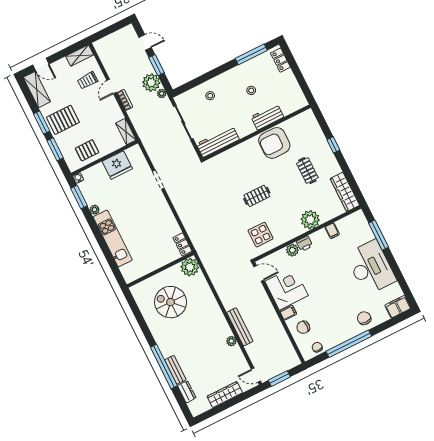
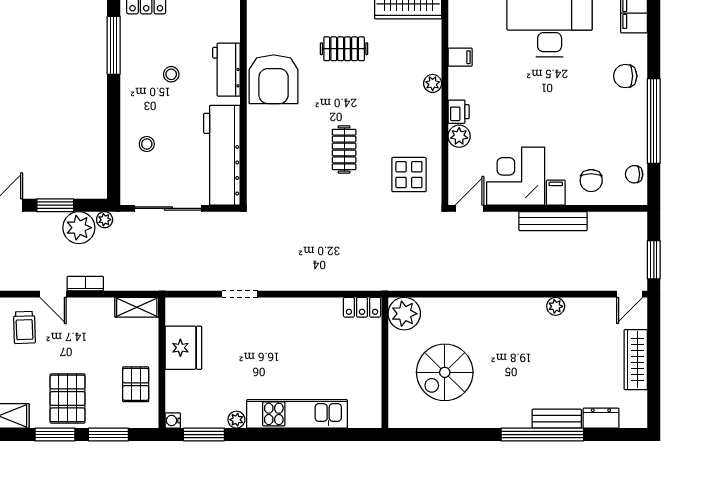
workbench: (218, 142) -> (222, 155), width x1.36, depth x1.32
plant: (310, 220) -> (433, 83), width x0.53, depth x0.53
bench: (240, 327) -> (553, 221), moved

